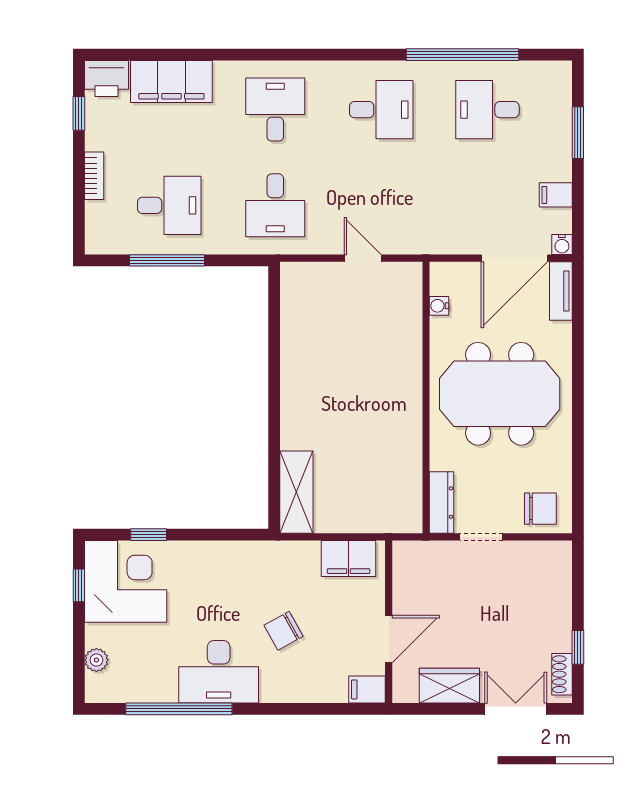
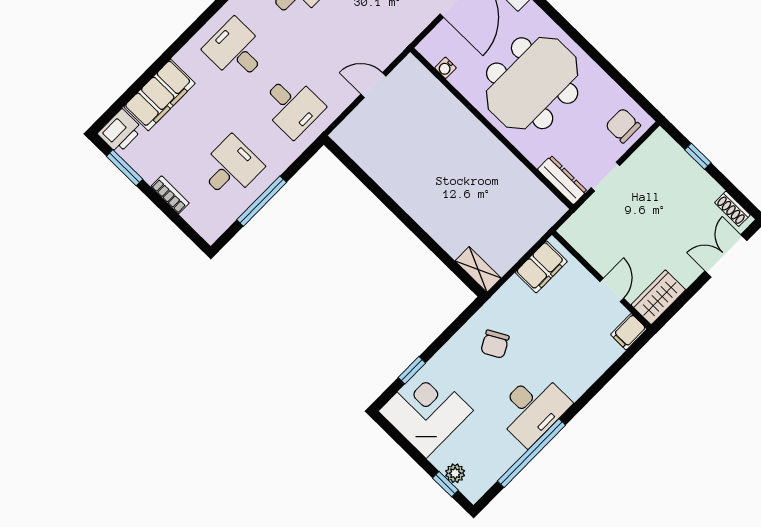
window: (79, 113) -> (125, 168), width x1.50
shelving: (296, 492) -> (478, 269), width x0.67, depth x0.75
chair: (540, 509) -> (623, 126), turned -90
window: (79, 585) -> (445, 484), moved
chair: (284, 631) -> (495, 344), moved
door: (389, 639) -> (612, 290), width x0.73
window: (578, 647) -> (698, 156), moved
wardrobe: (449, 686) -> (658, 297), moved

